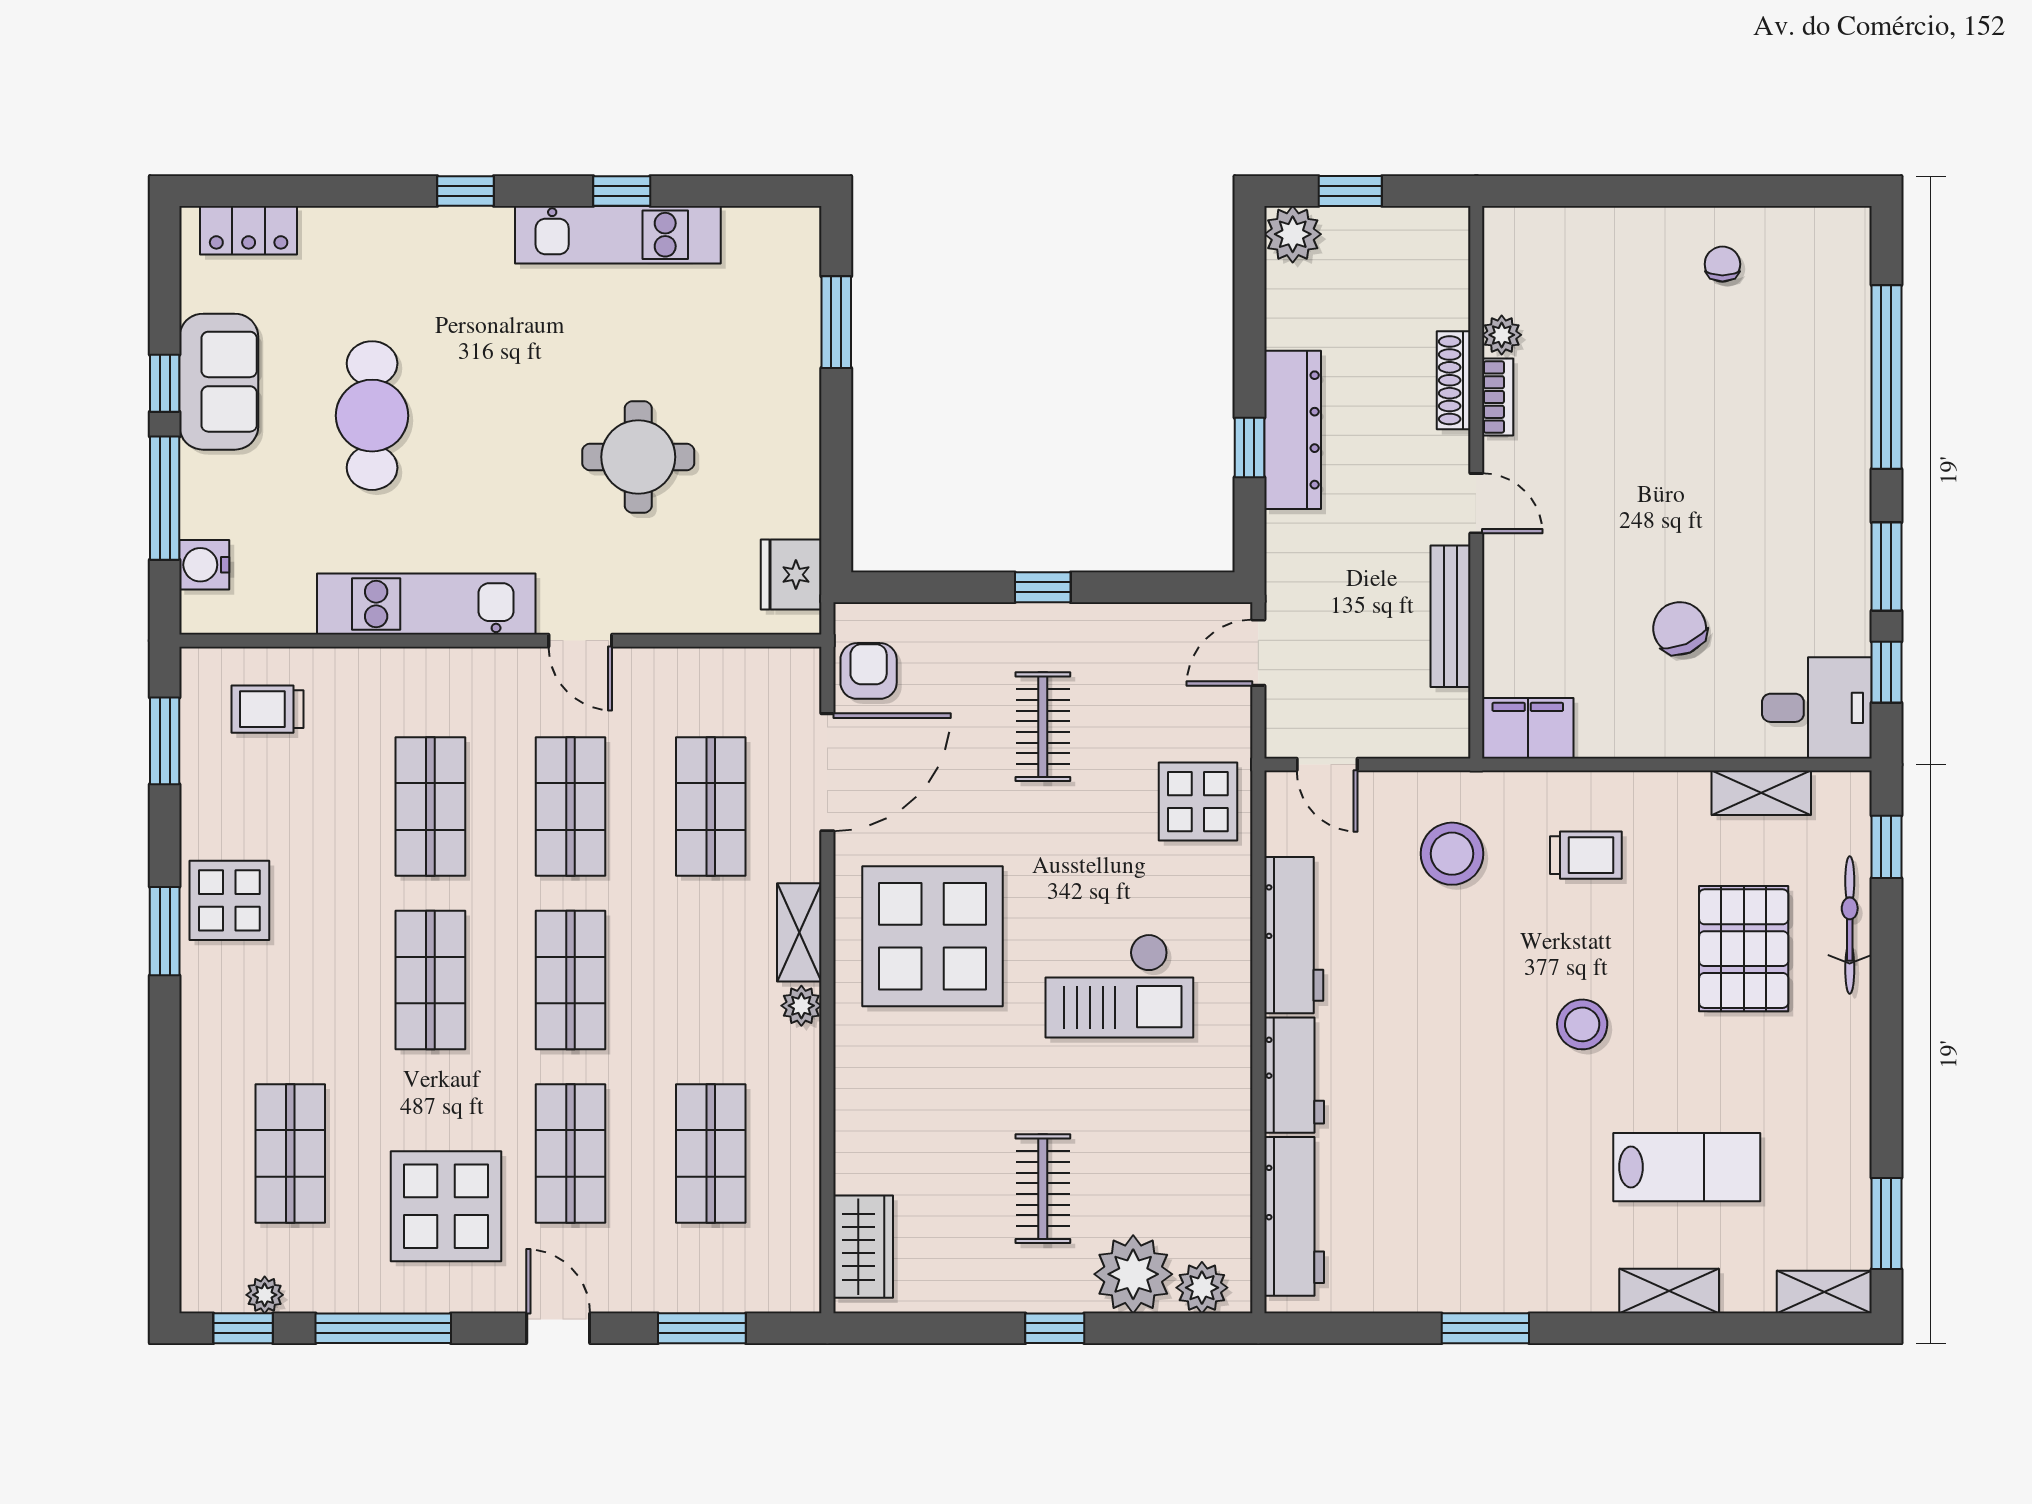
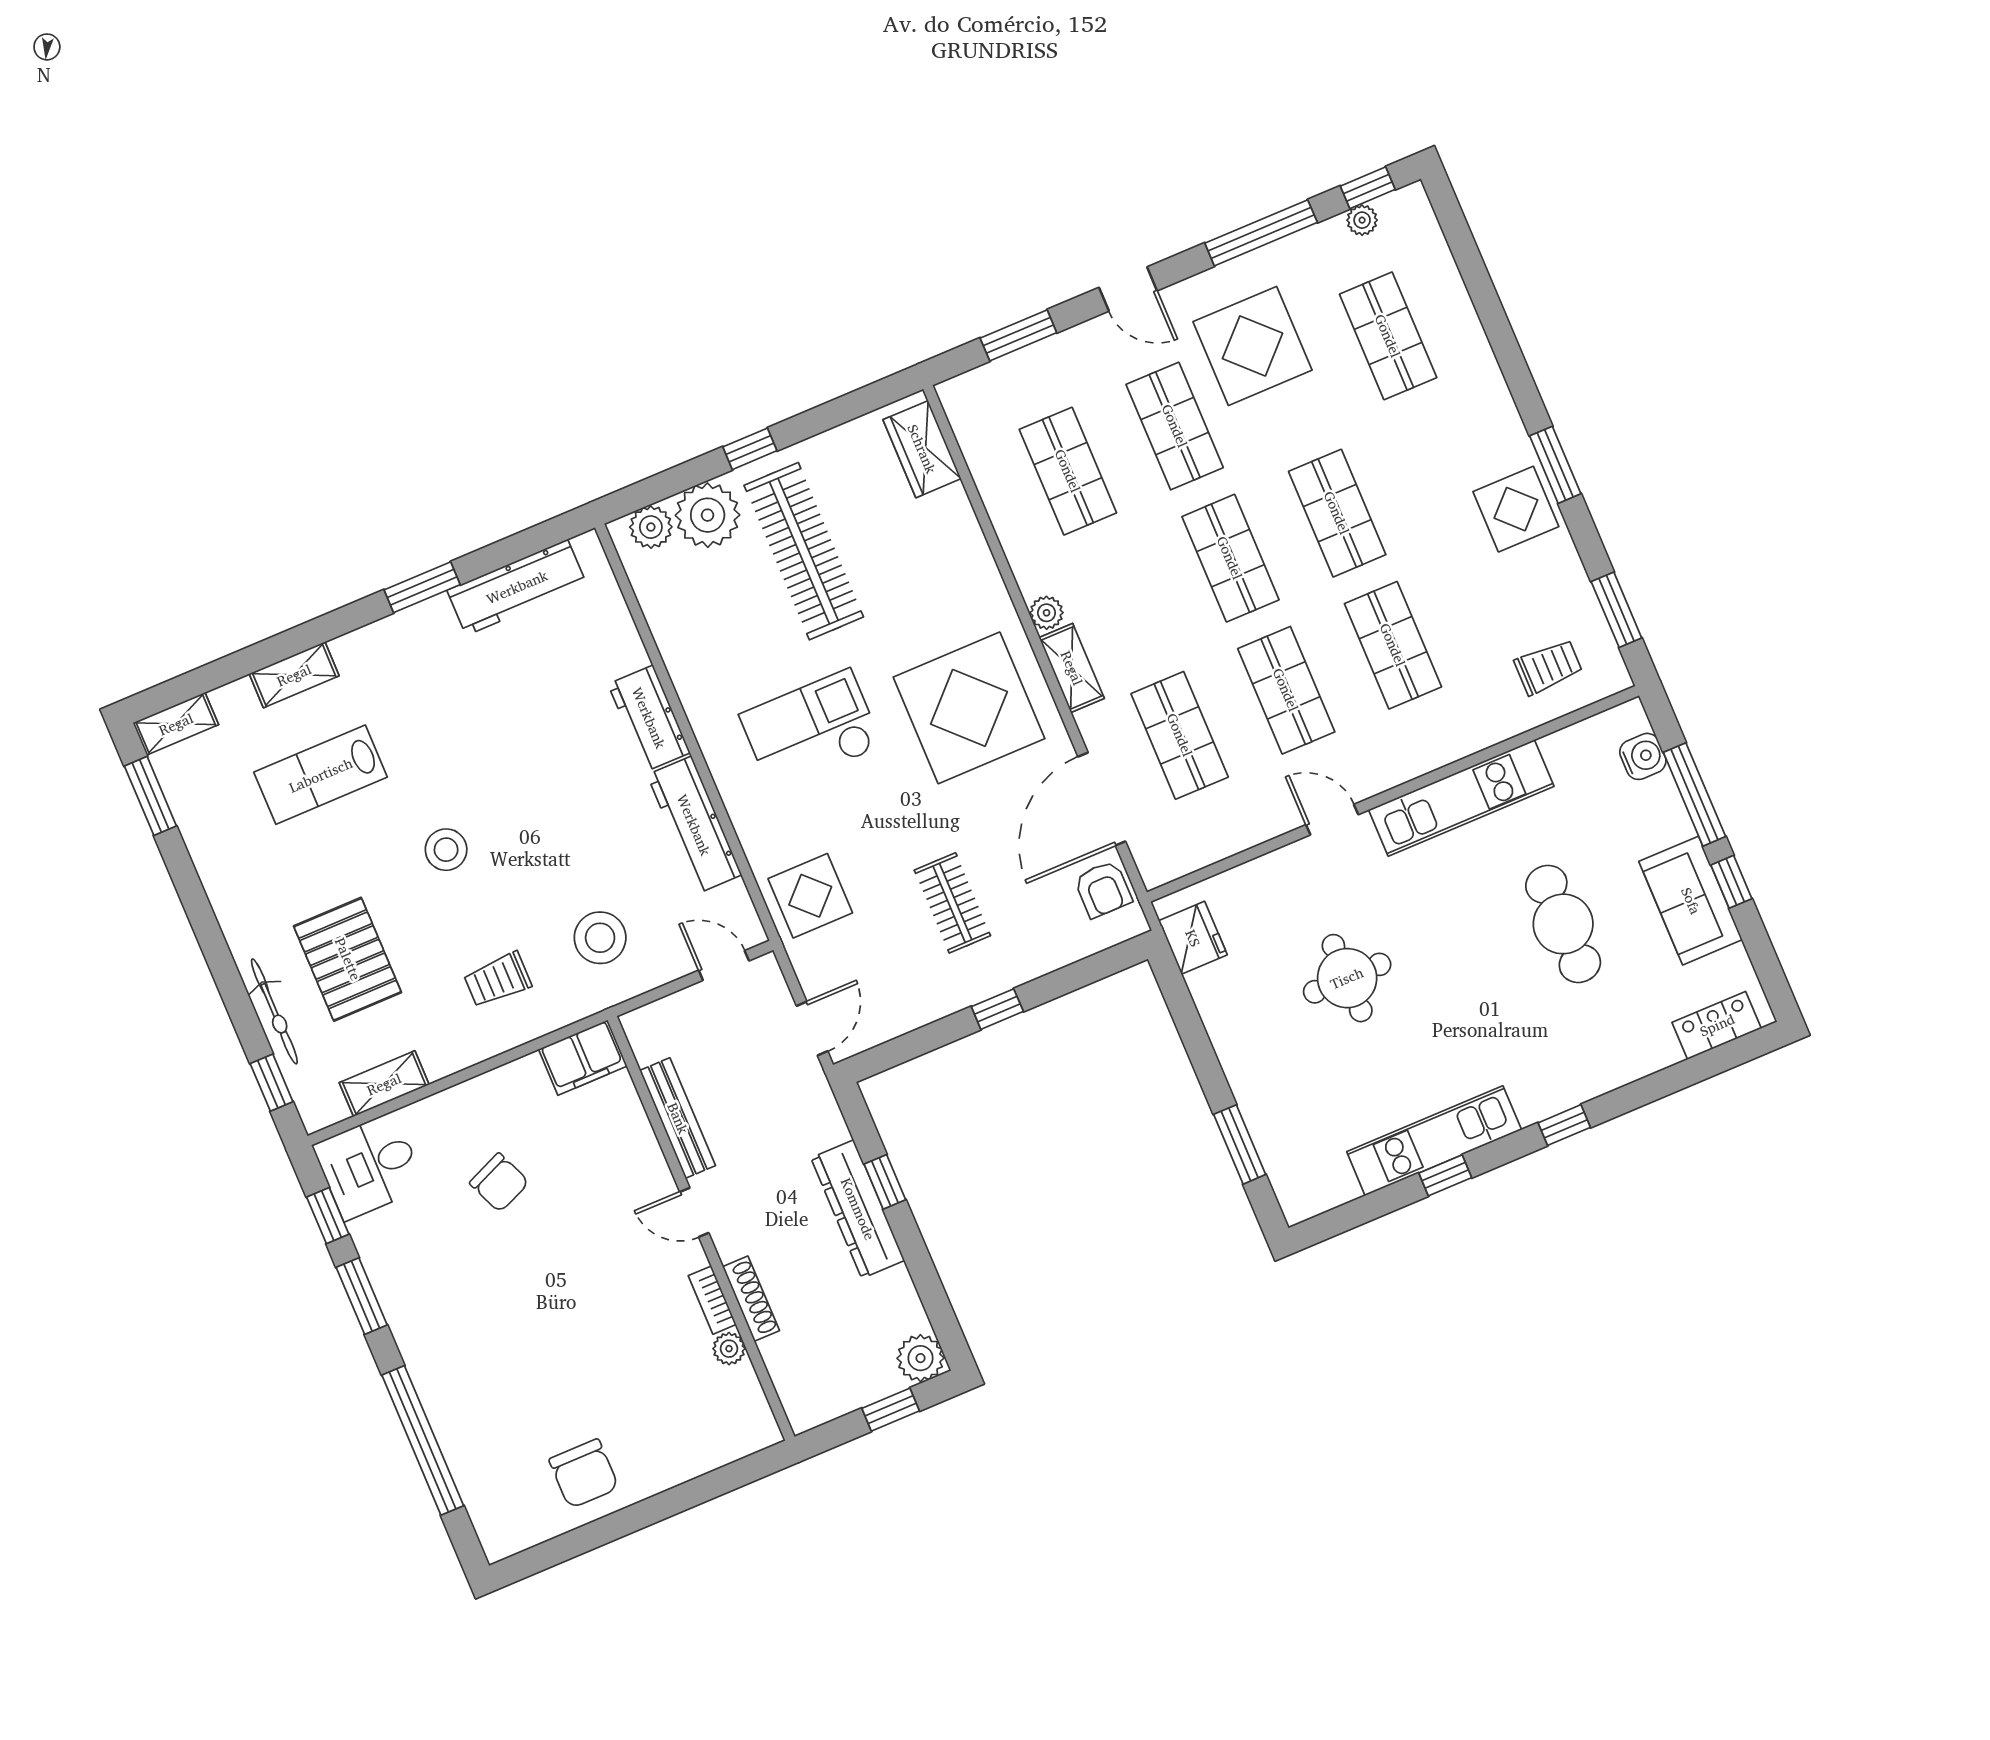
chair: (1722, 264) -> (584, 1474), width x1.87, depth x1.87
clothes rail: (1043, 1189) -> (804, 551), width x1.86, depth x1.31
workbench: (1294, 1216) -> (517, 587), moved, turned -90

